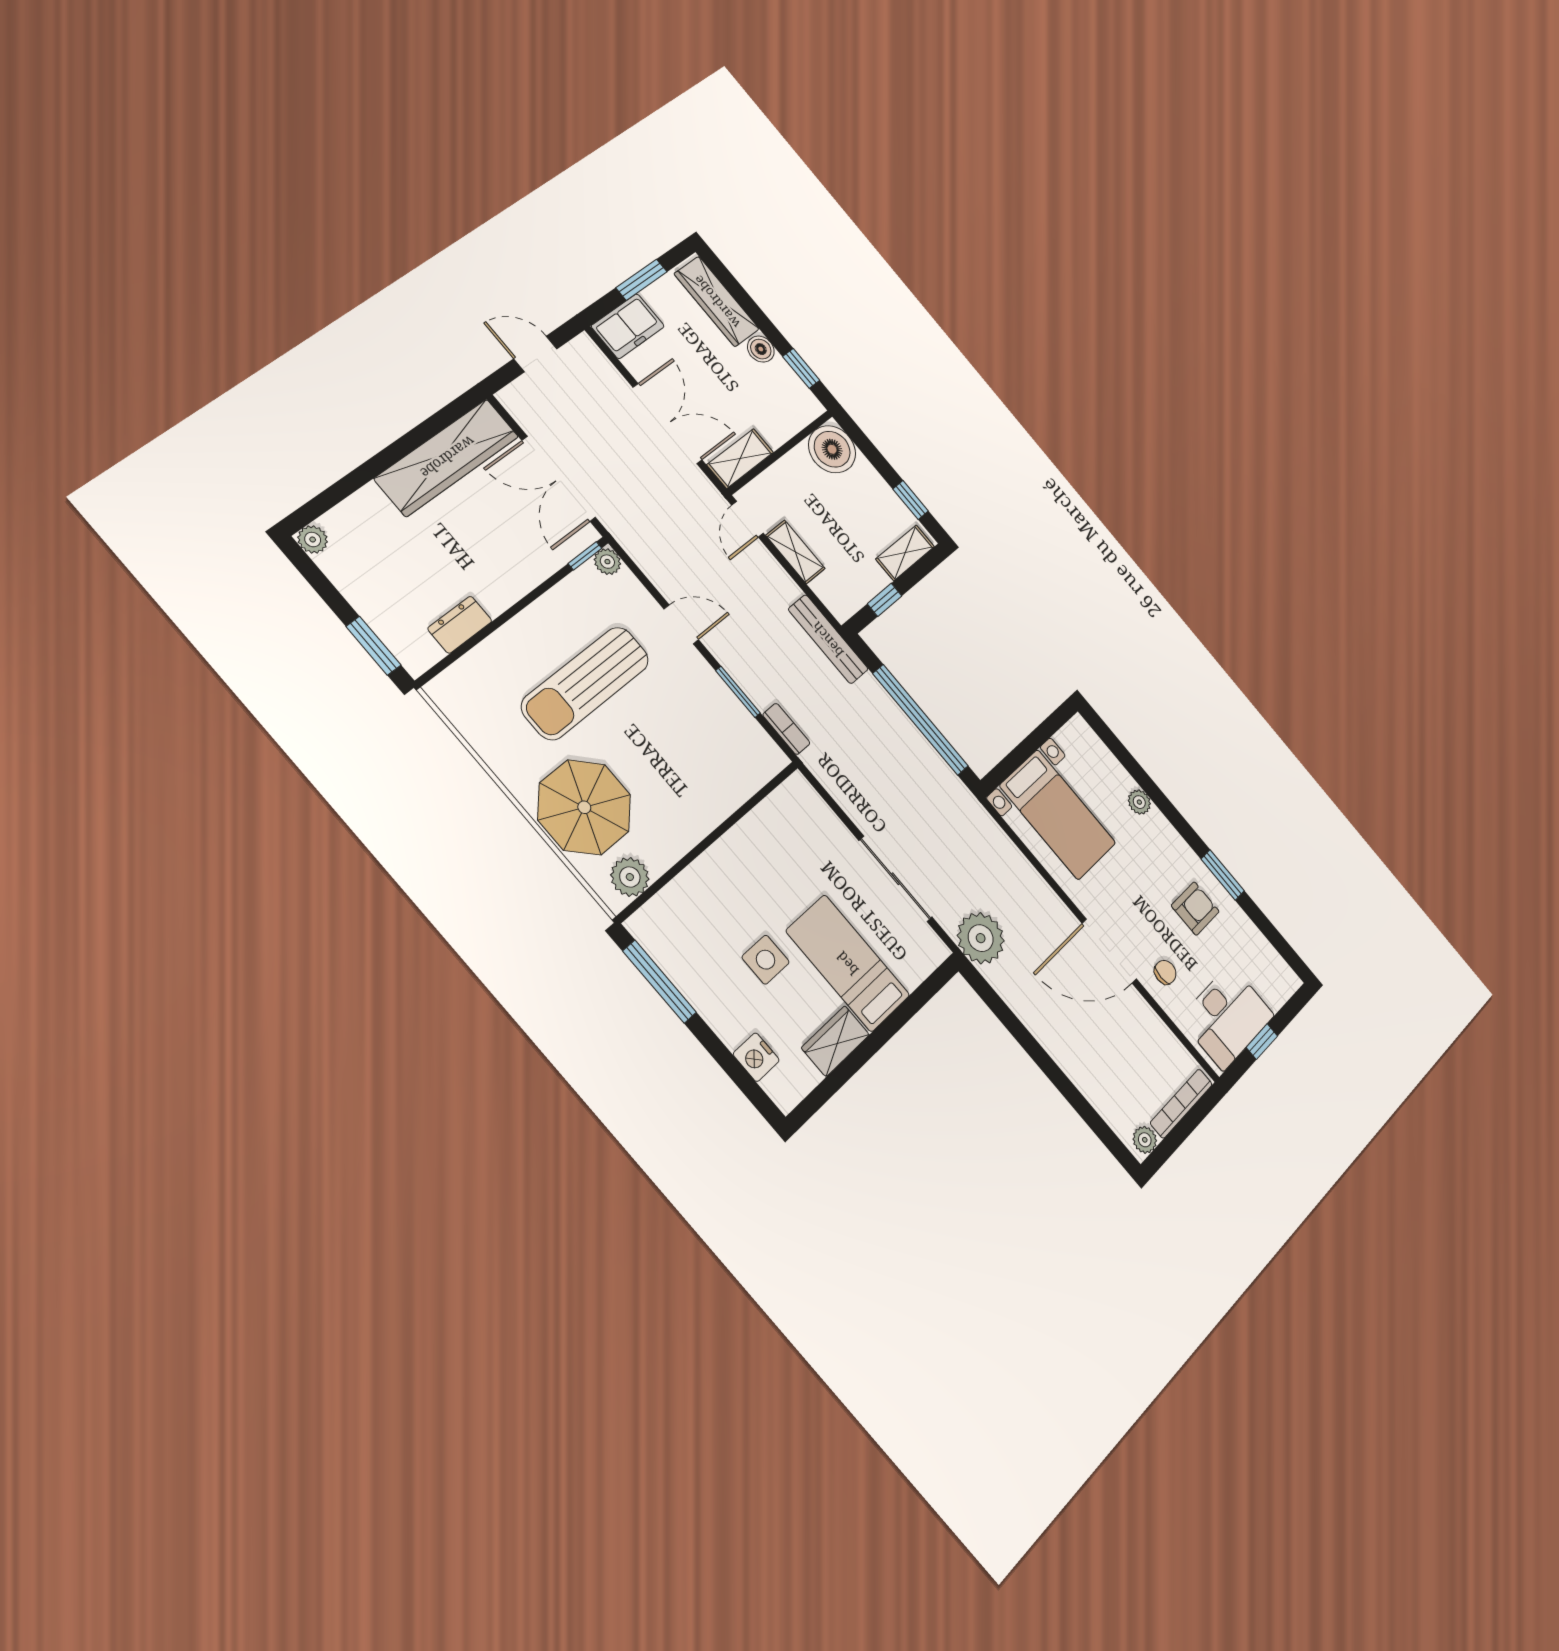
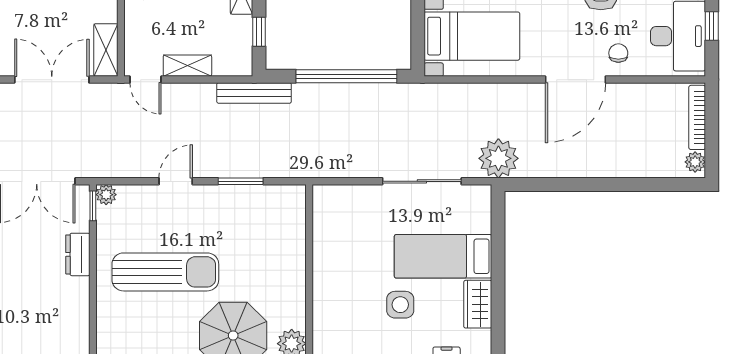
dresser: (460, 625) -> (78, 254), moved
sun lounger: (585, 683) -> (165, 272), turned -90
bookcase: (786, 729) -> (285, 170), removed

